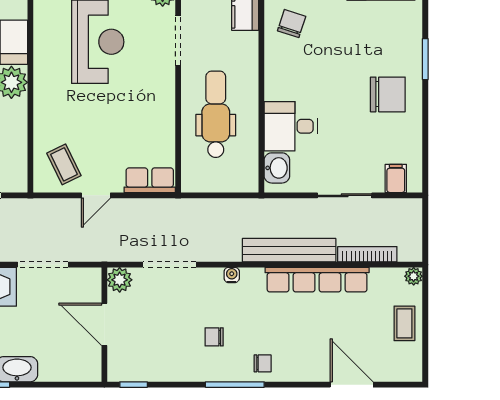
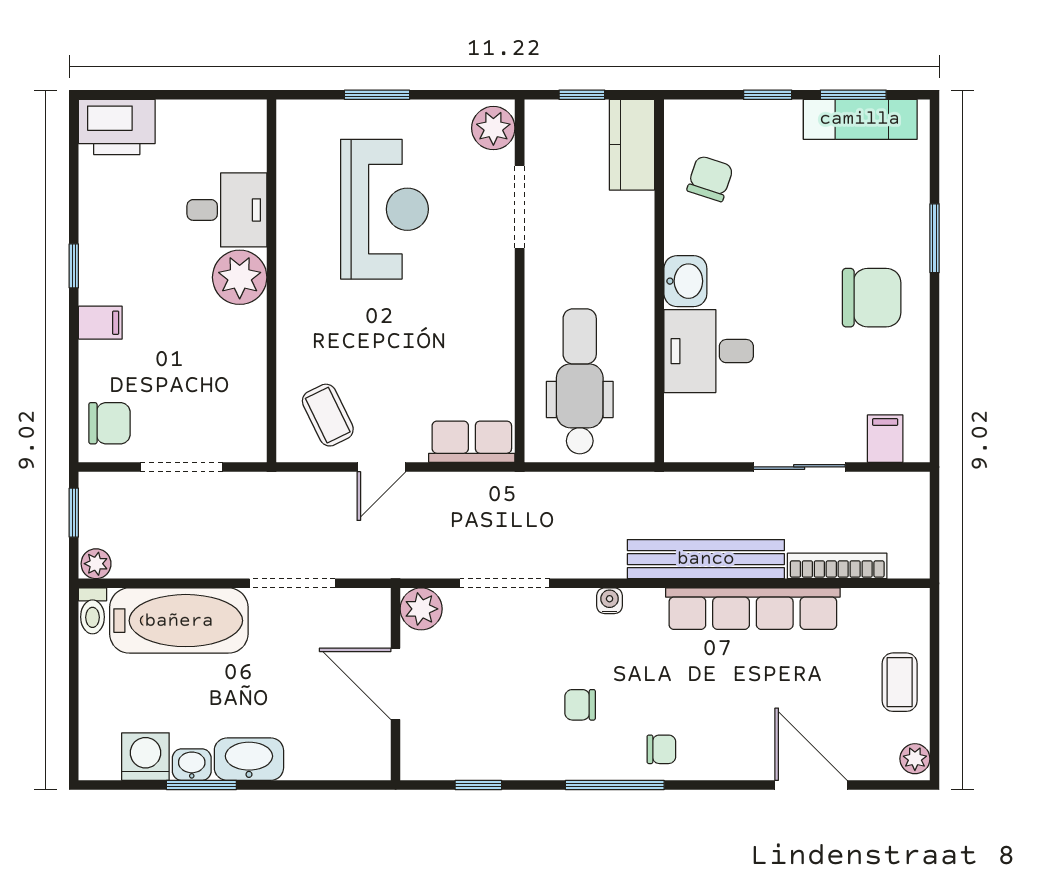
dental chair: (216, 114) -> (580, 381), moved
washbasin: (277, 168) -> (685, 281), moved
plant: (414, 276) -> (915, 759), moved
window: (134, 385) -> (478, 785), moved

